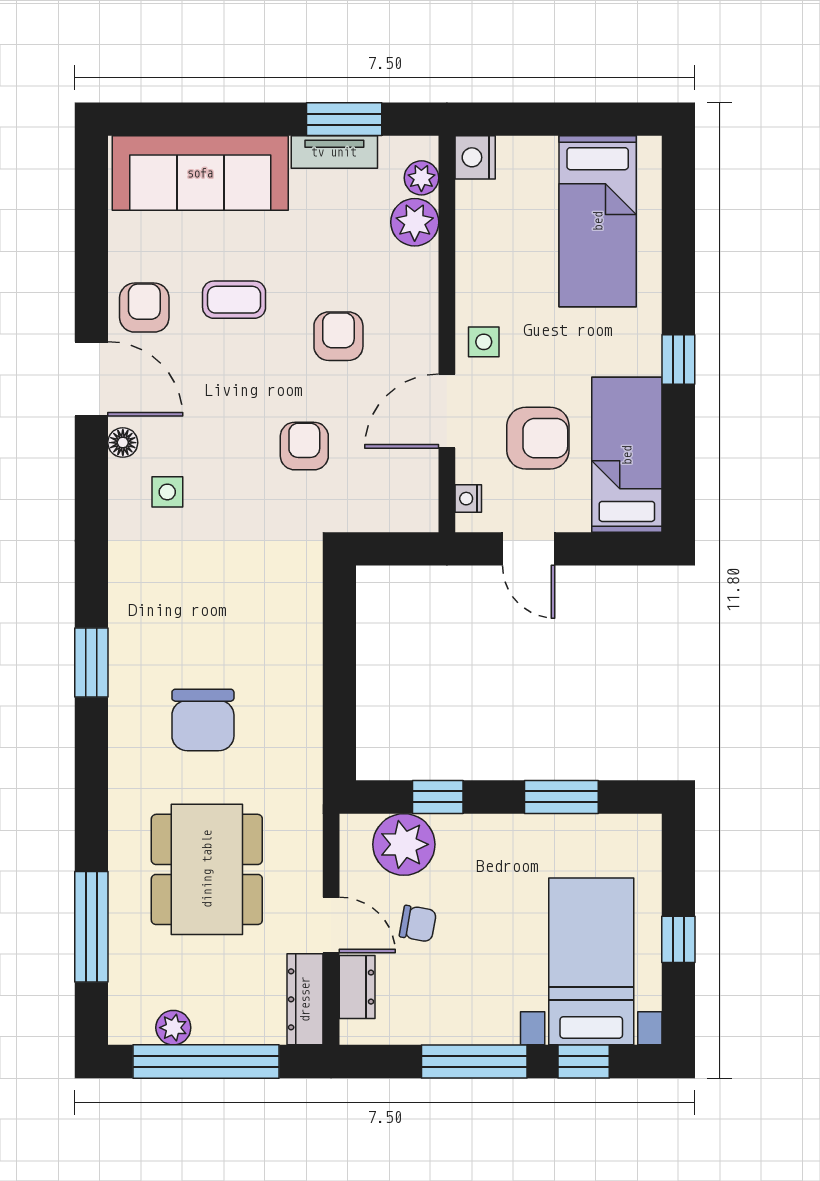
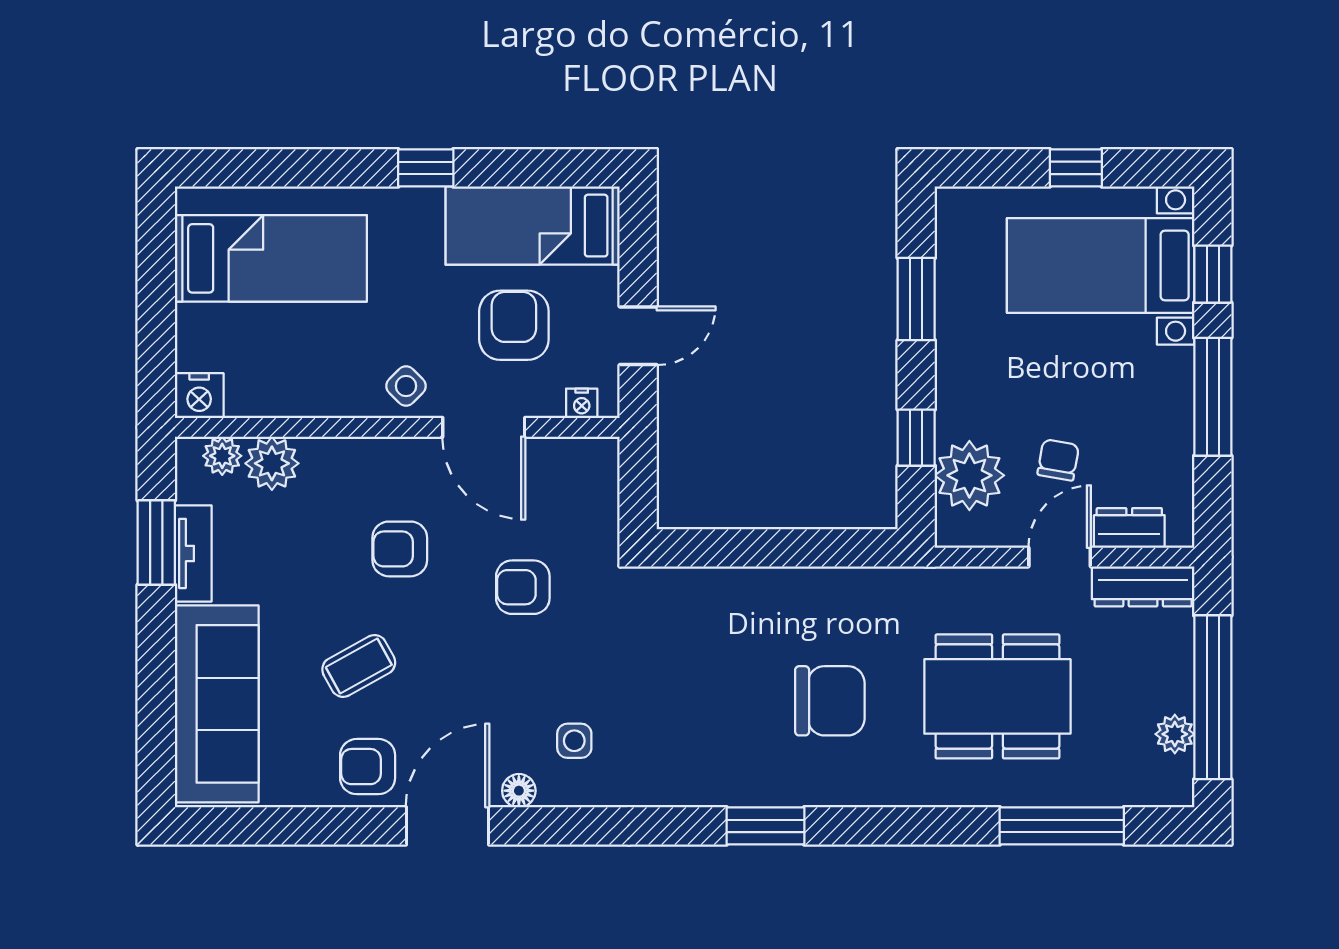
coffee table: (234, 300) -> (359, 666), turned 61
side table: (484, 342) -> (406, 386), turned 45

